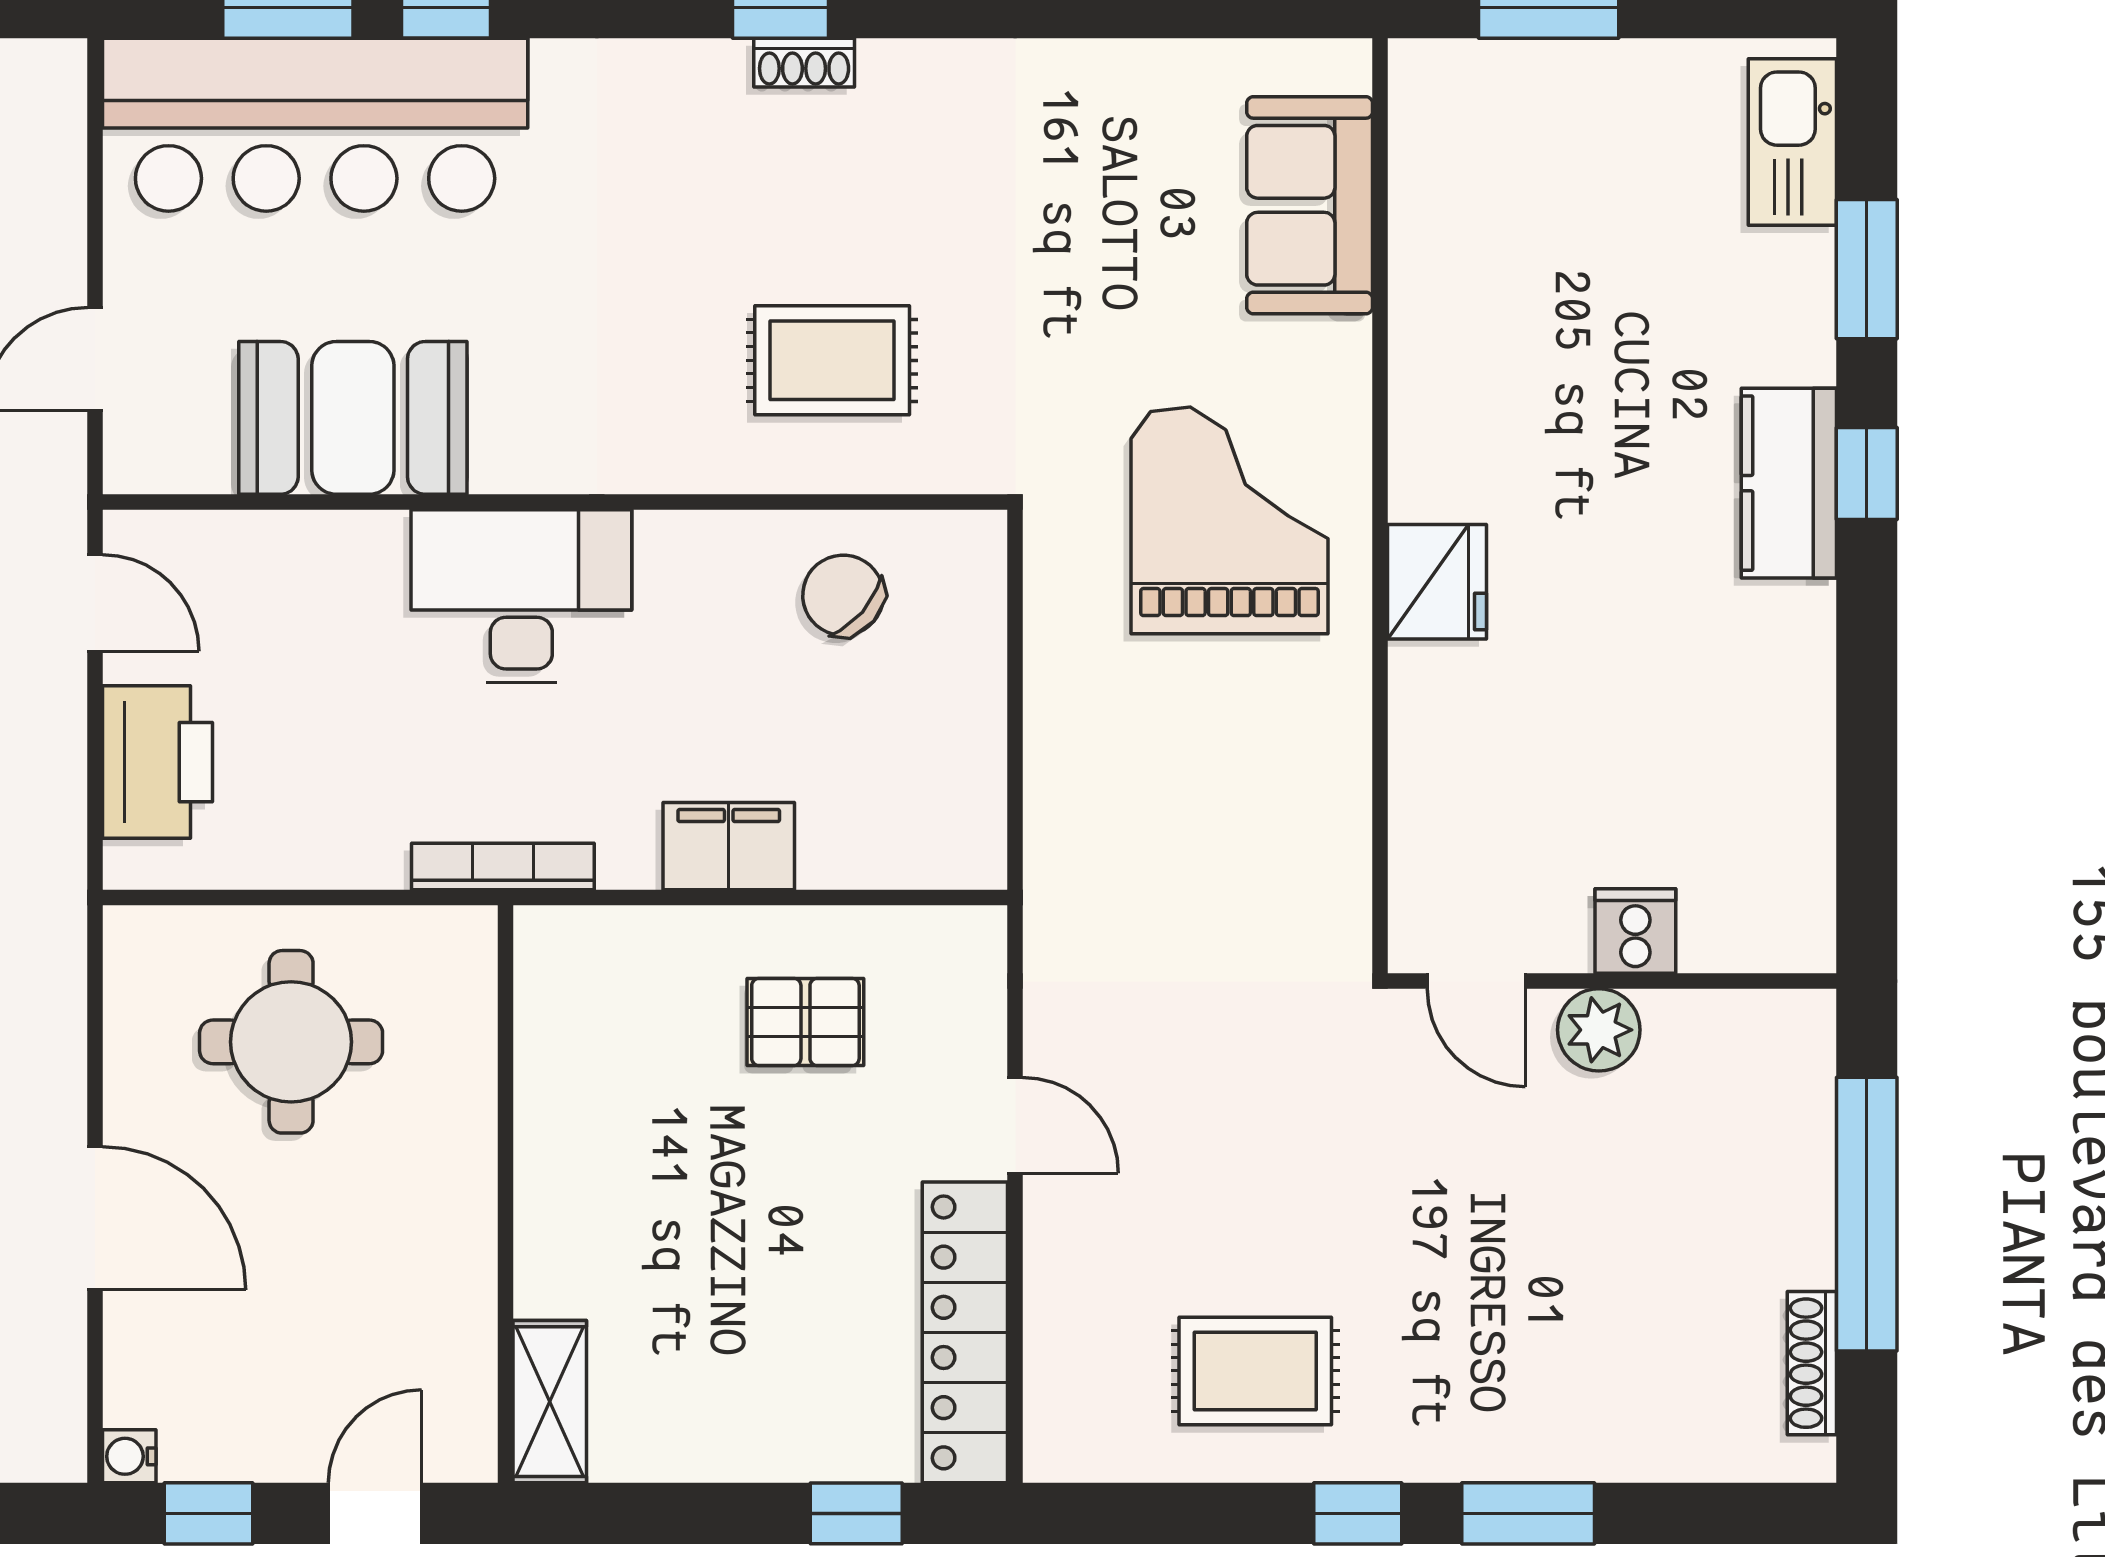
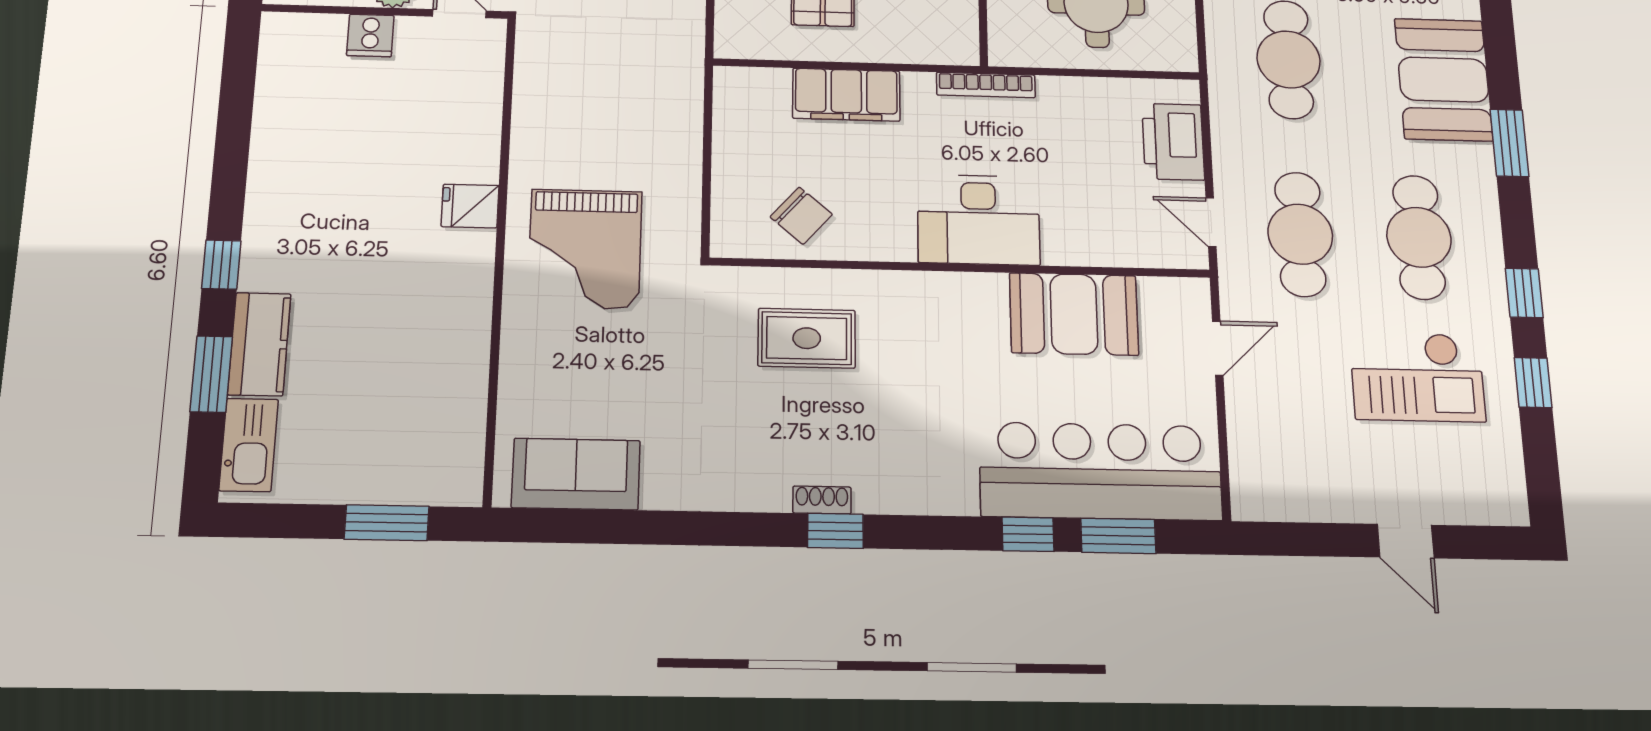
sofa: (1310, 205) -> (576, 474), moved, turned -90
kitchen counter: (1789, 483) -> (259, 344), moved
fridge: (1437, 582) -> (470, 206), width x0.72
filing cabinet: (729, 846) -> (846, 95), width x1.50, depth x1.17

